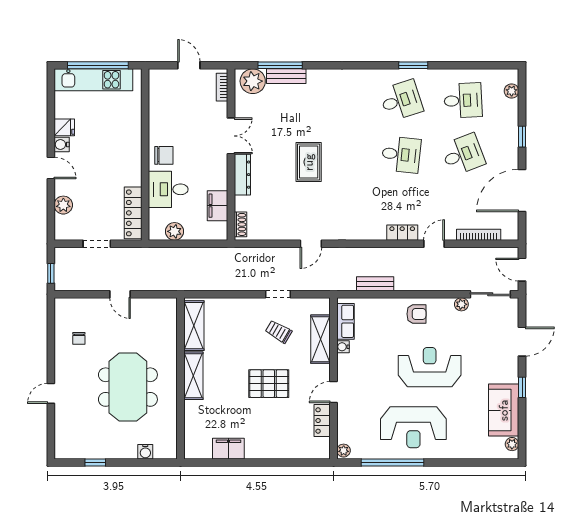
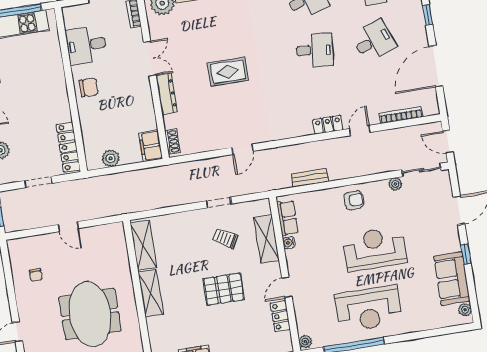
rug: (309, 162) -> (228, 72), turned 90
desk: (168, 189) -> (86, 45), moved
filing cabinet: (217, 206) -> (151, 146), moved

